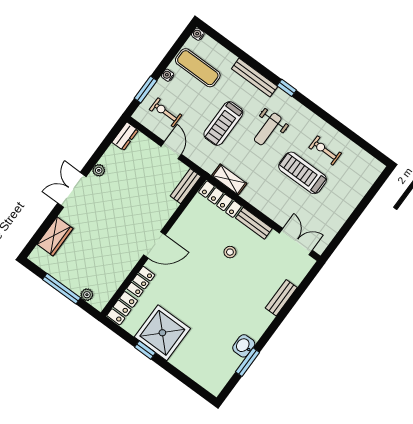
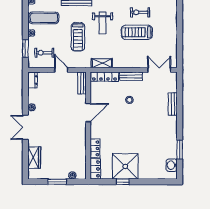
door: (155, 245) -> (88, 113), moved
window: (61, 289) -> (57, 182), width x0.69
washbasin: (244, 346) -> (172, 165), moved

